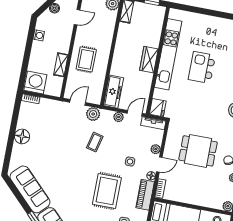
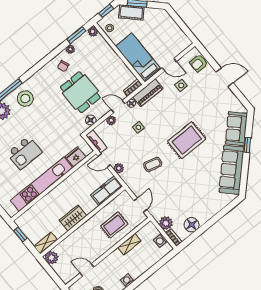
rug: (86, 59) -> (114, 225), moved
wardrobe: (149, 60) -> (73, 218), moved, turned 180
washing machine: (35, 83) -> (160, 241), width x0.53, depth x0.53
door: (78, 102) -> (140, 205), swing flipped
fridge: (158, 108) -> (75, 157), moved
plant: (93, 114) -> (166, 223), moved
floor lamp: (22, 136) -> (192, 225), moved
floor lamp: (172, 136) -> (91, 120), added
rug: (107, 191) -> (187, 140), moved

